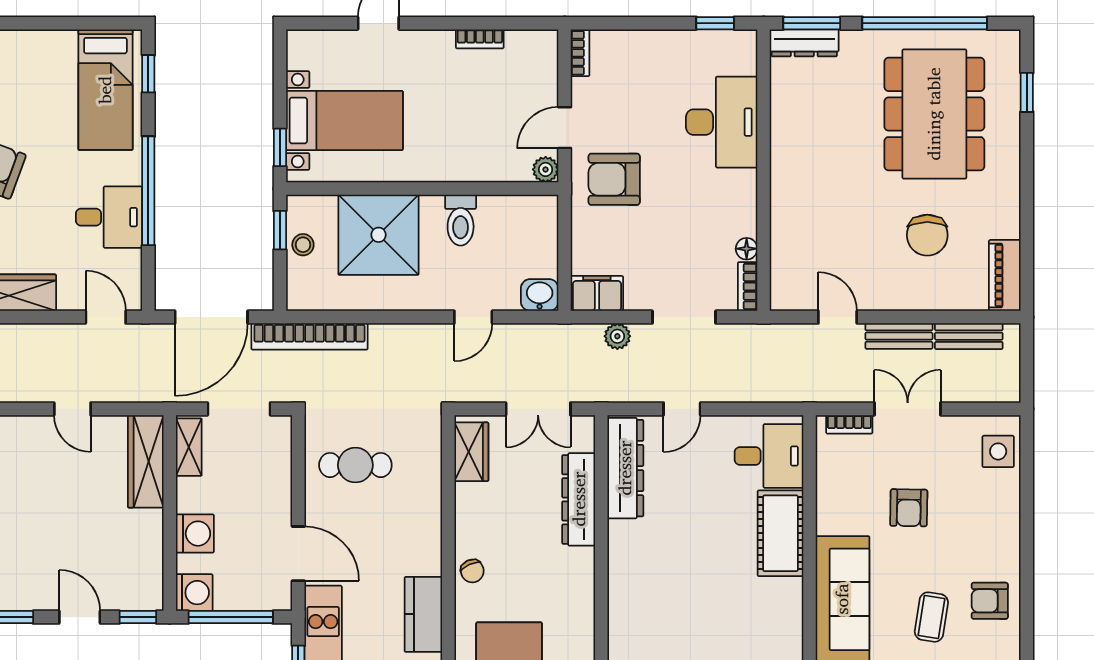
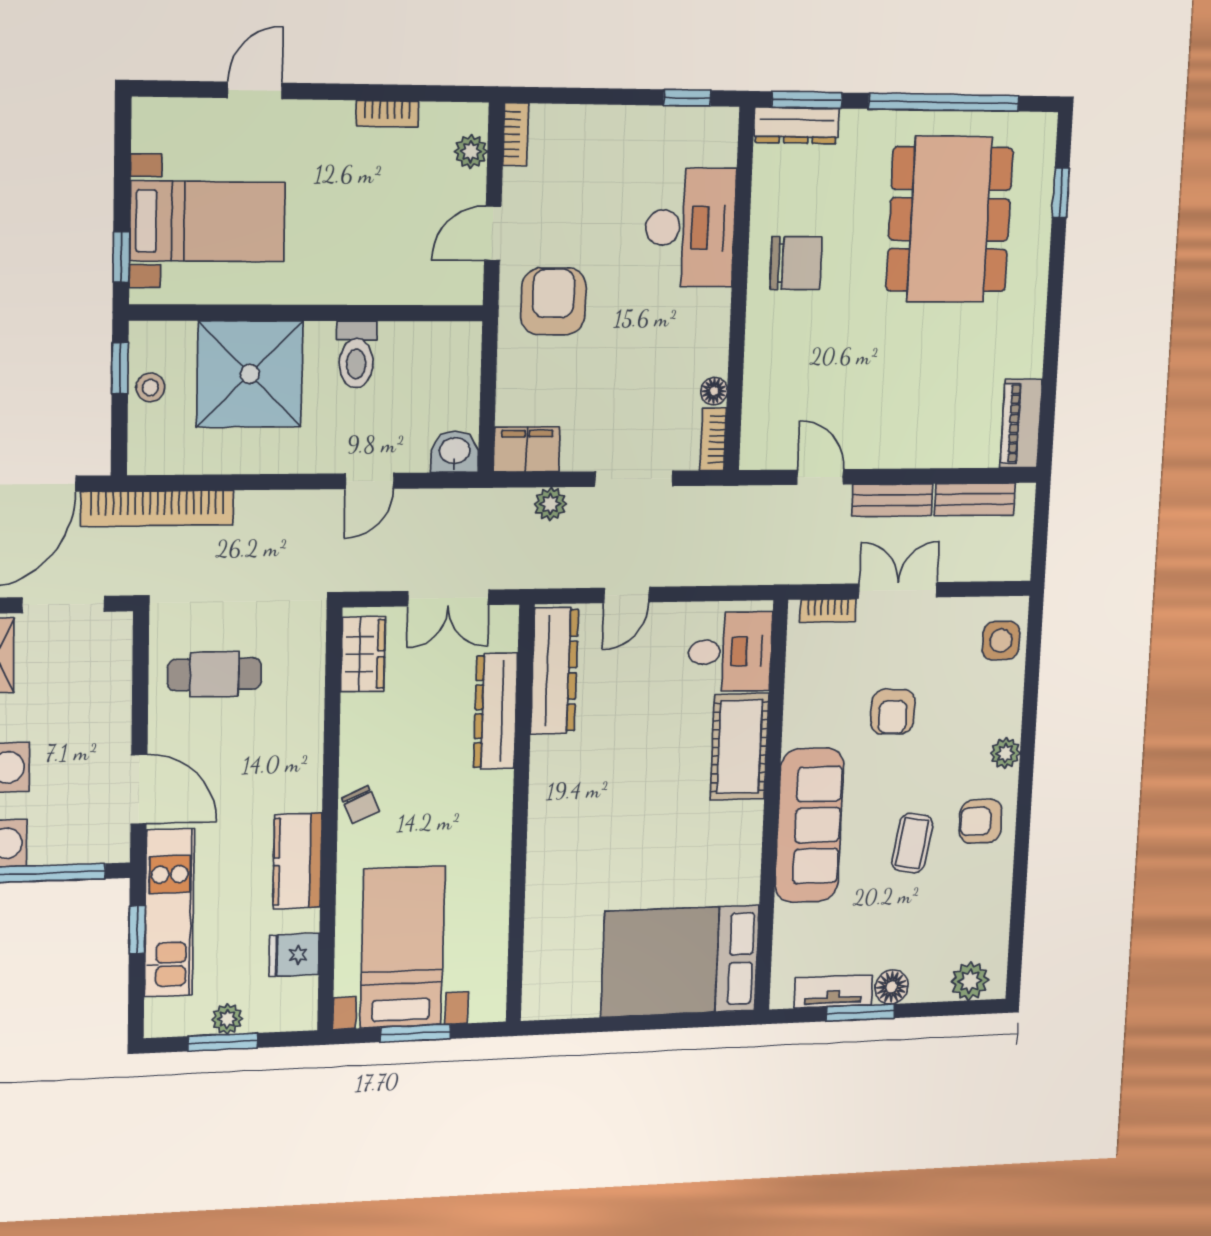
plant: (546, 169) -> (471, 152), moved
armchair: (614, 179) -> (553, 301), turned 90
chair: (927, 235) -> (796, 263), moved, turned -90
plant: (1008, 545) -> (1005, 753), added

